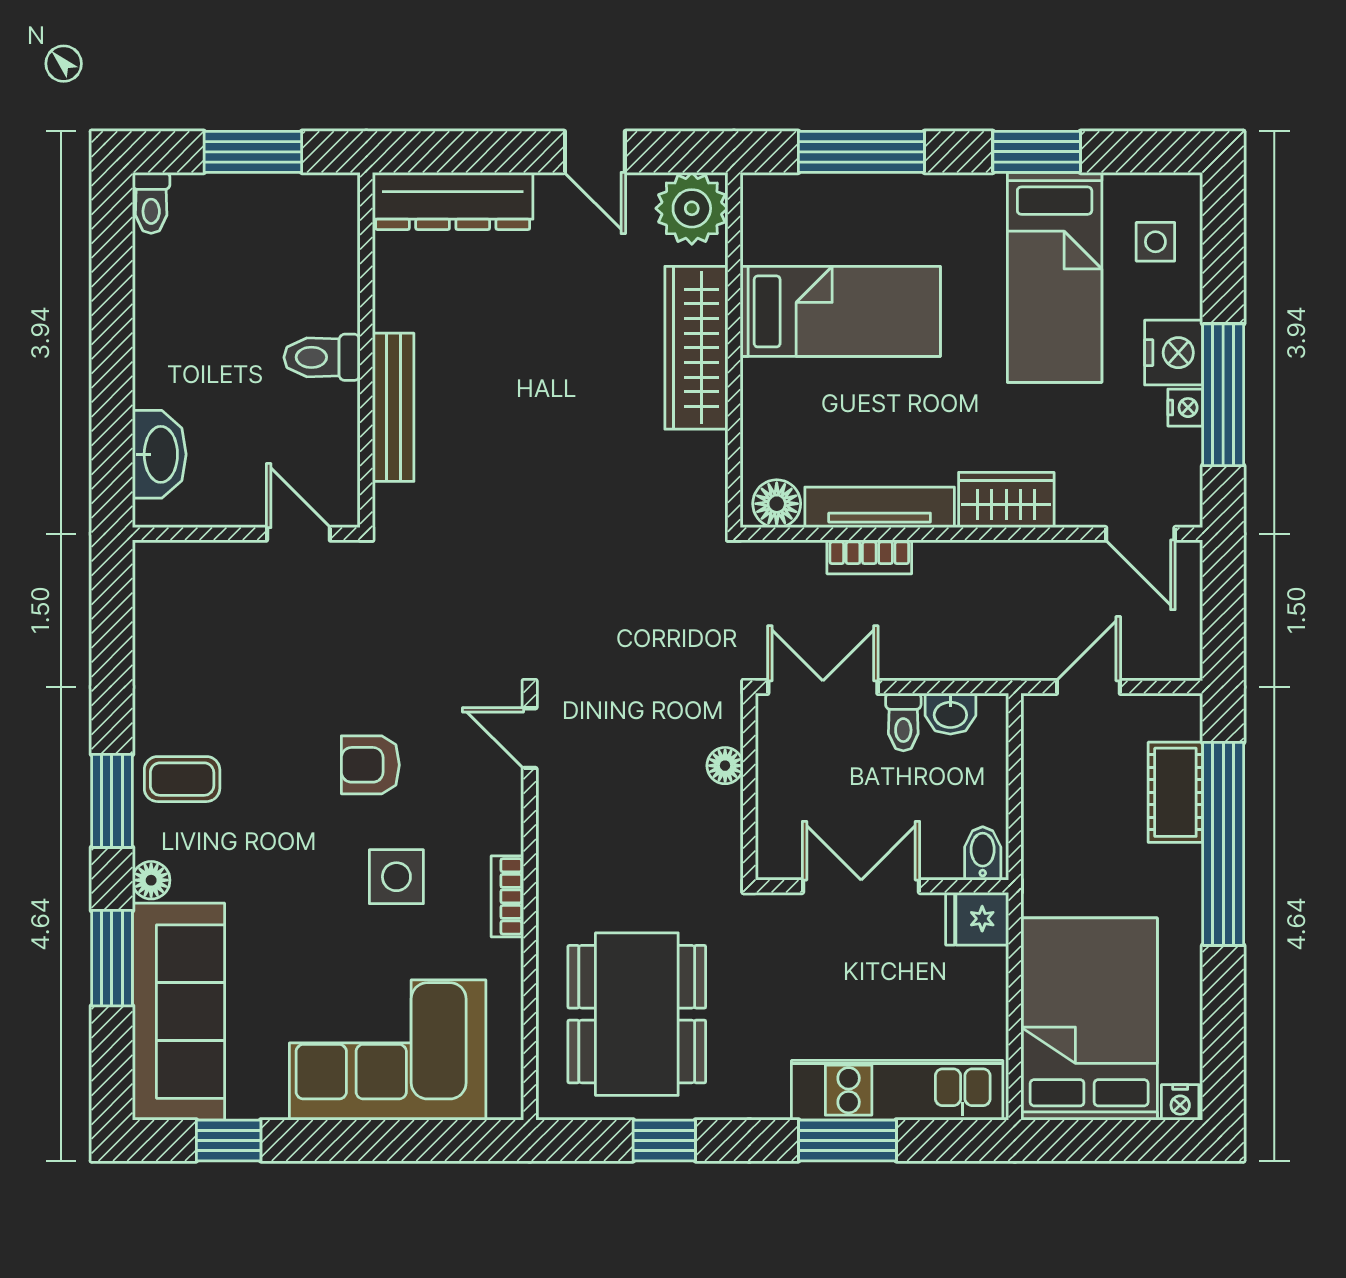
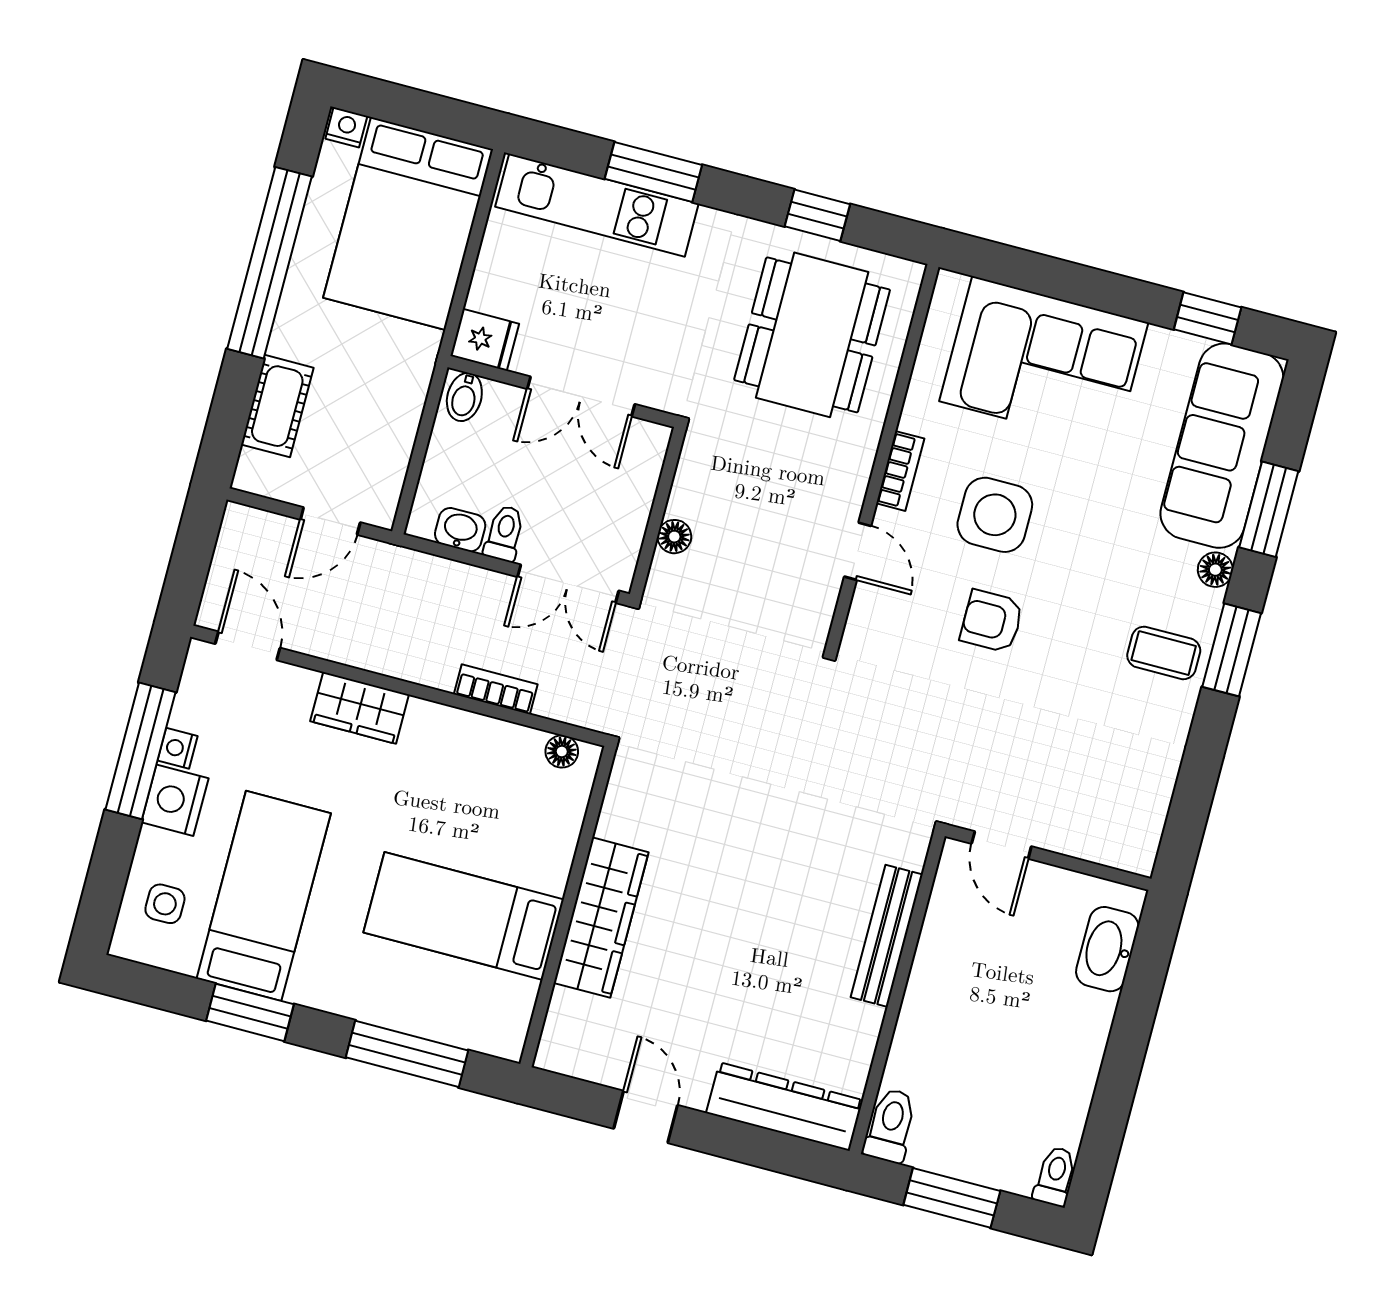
plant: (692, 208) -> (572, 1043), removed
toilet: (322, 357) -> (890, 1126), moved, turned -90
floor lamp: (777, 504) -> (562, 751), width x0.73, depth x0.73
tv unit: (880, 507) -> (475, 731), removed
door: (530, 738) -> (858, 551), moved
armchair: (370, 765) -> (992, 621), turned 180
window: (1223, 844) -> (269, 263), moved
side table: (396, 877) -> (995, 515), width x1.37, depth x1.37

